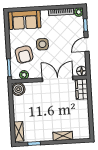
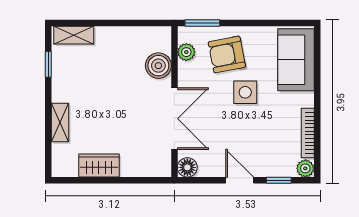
boiler: (18, 89) -> (158, 66), moved
wardrobe: (82, 89) -> (99, 165), moved

